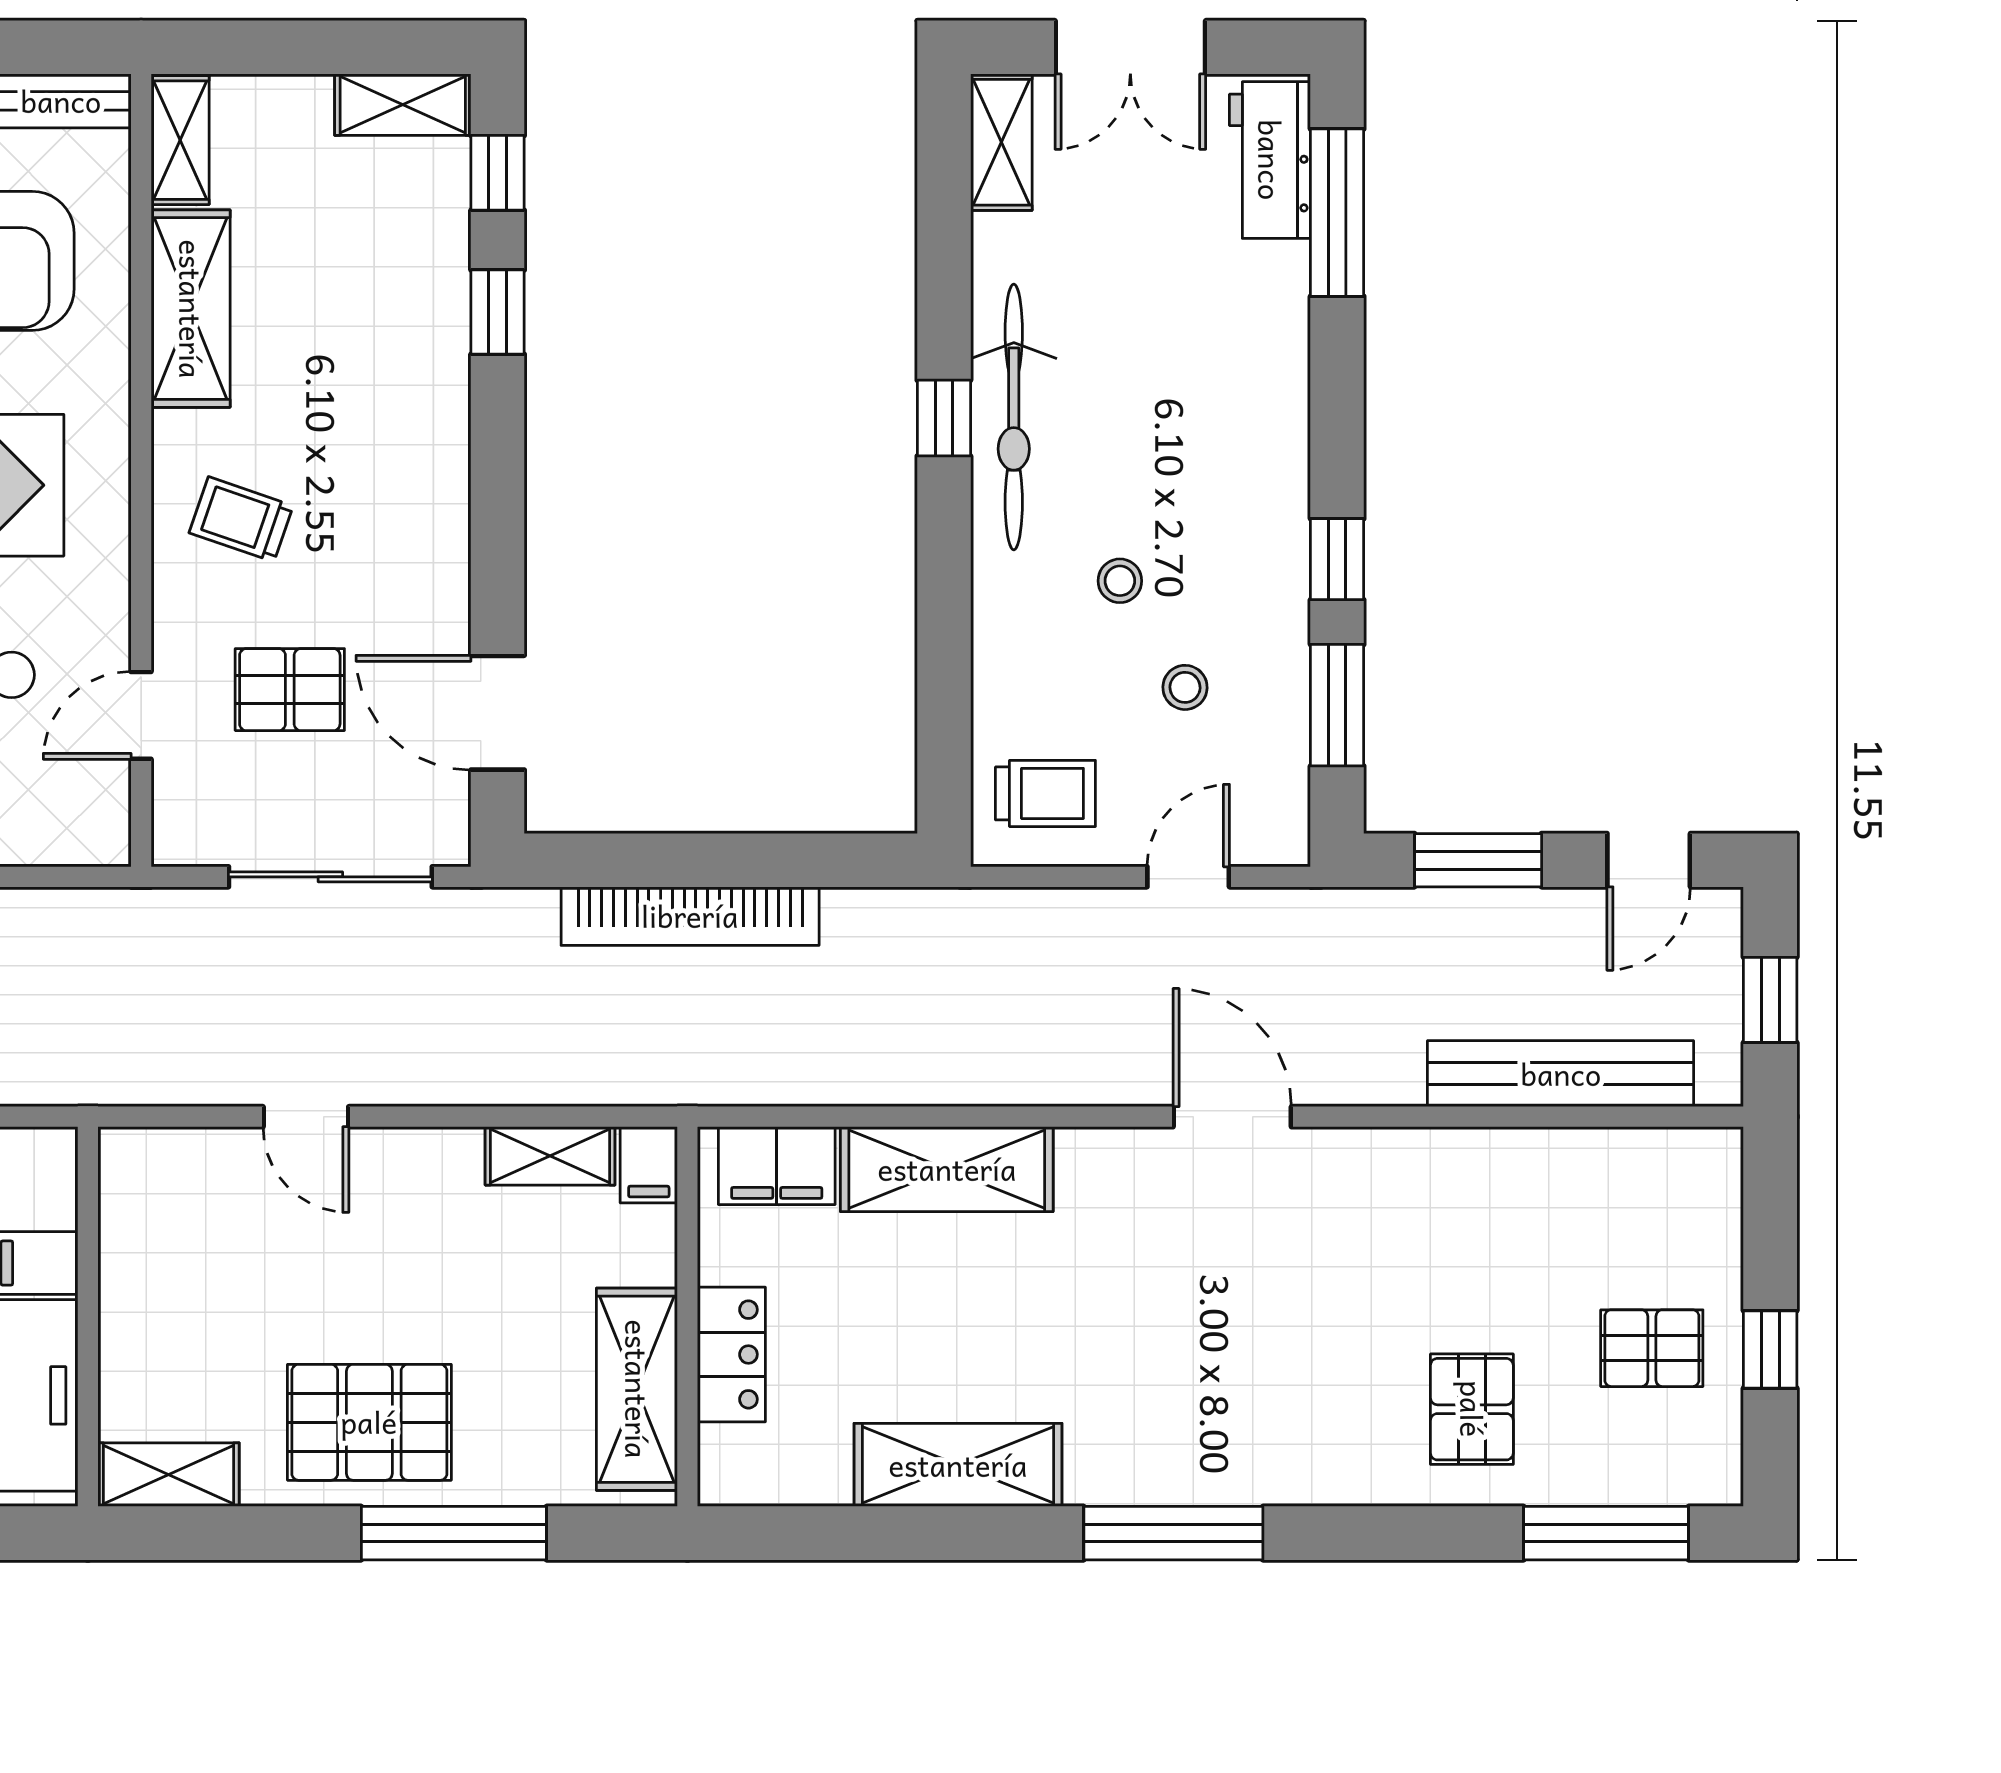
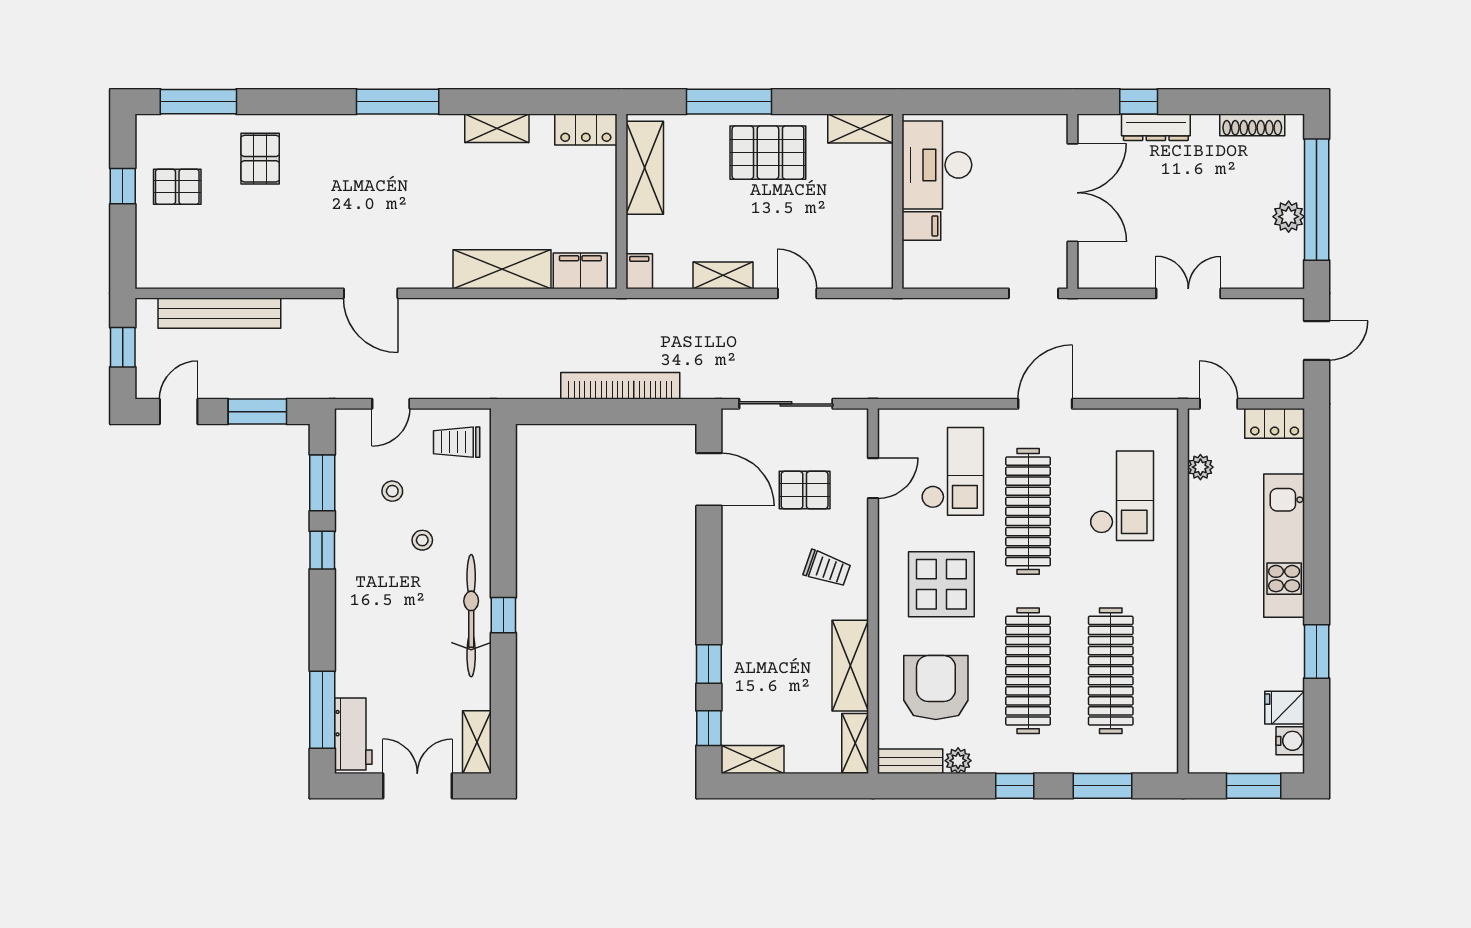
shelving: (550, 1156) -> (723, 275), moved
locker: (731, 1354) -> (586, 129), moved, turned -90
shelving: (958, 1465) -> (497, 128), width x0.67, depth x0.75

